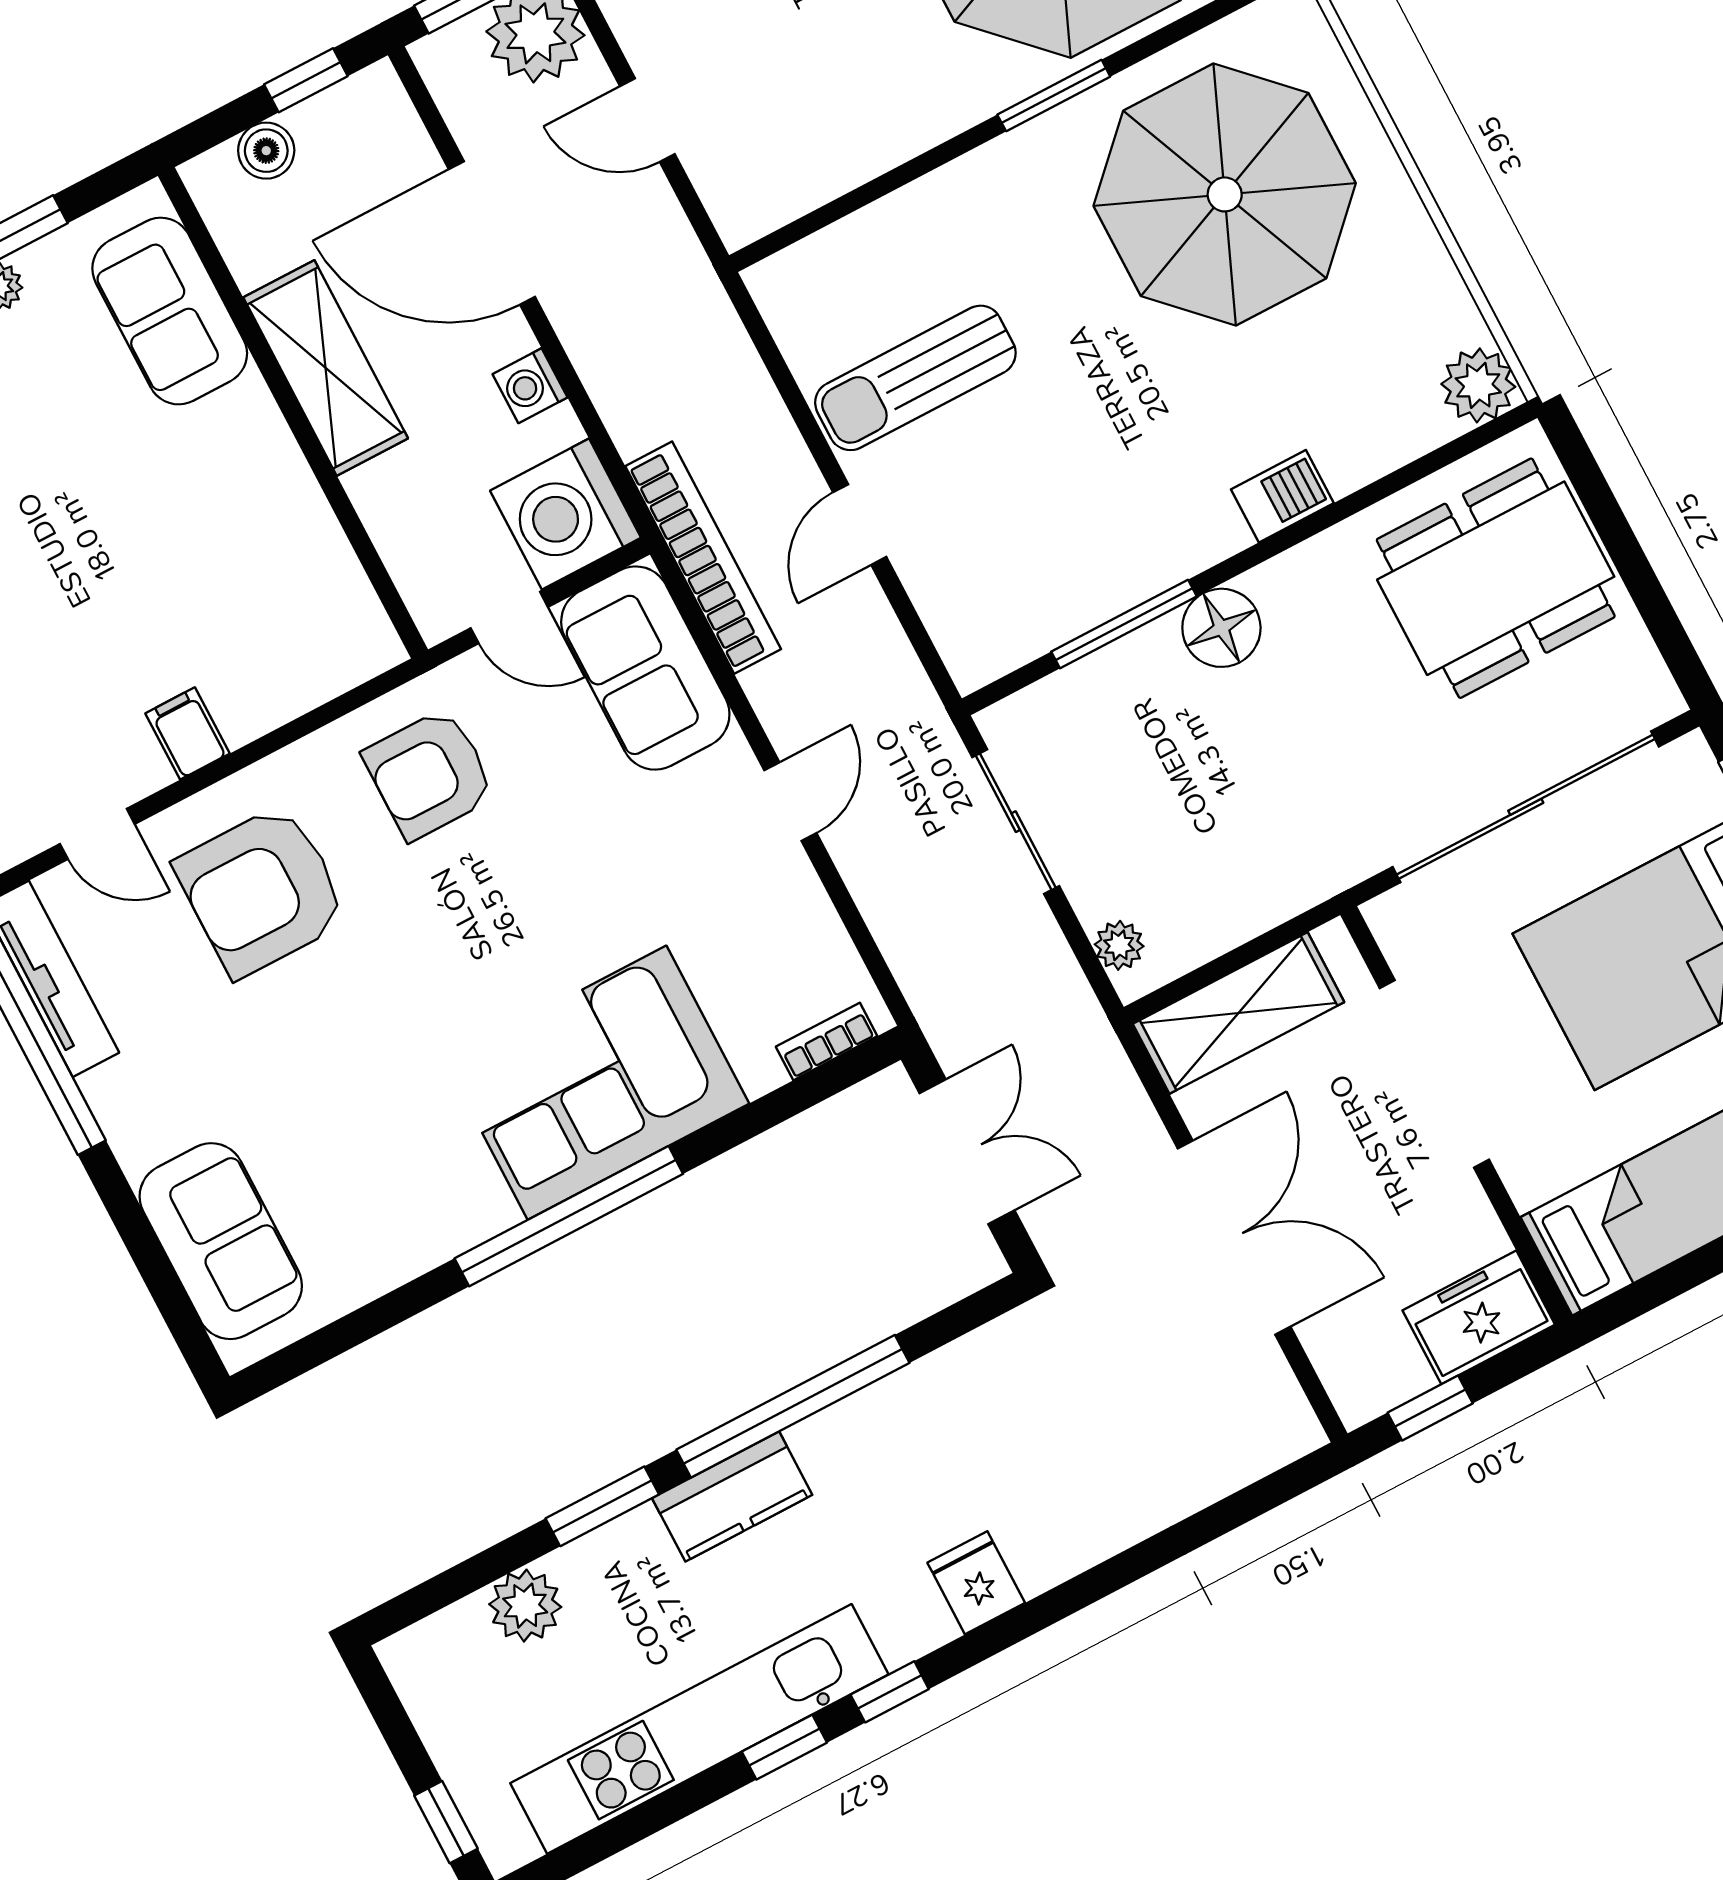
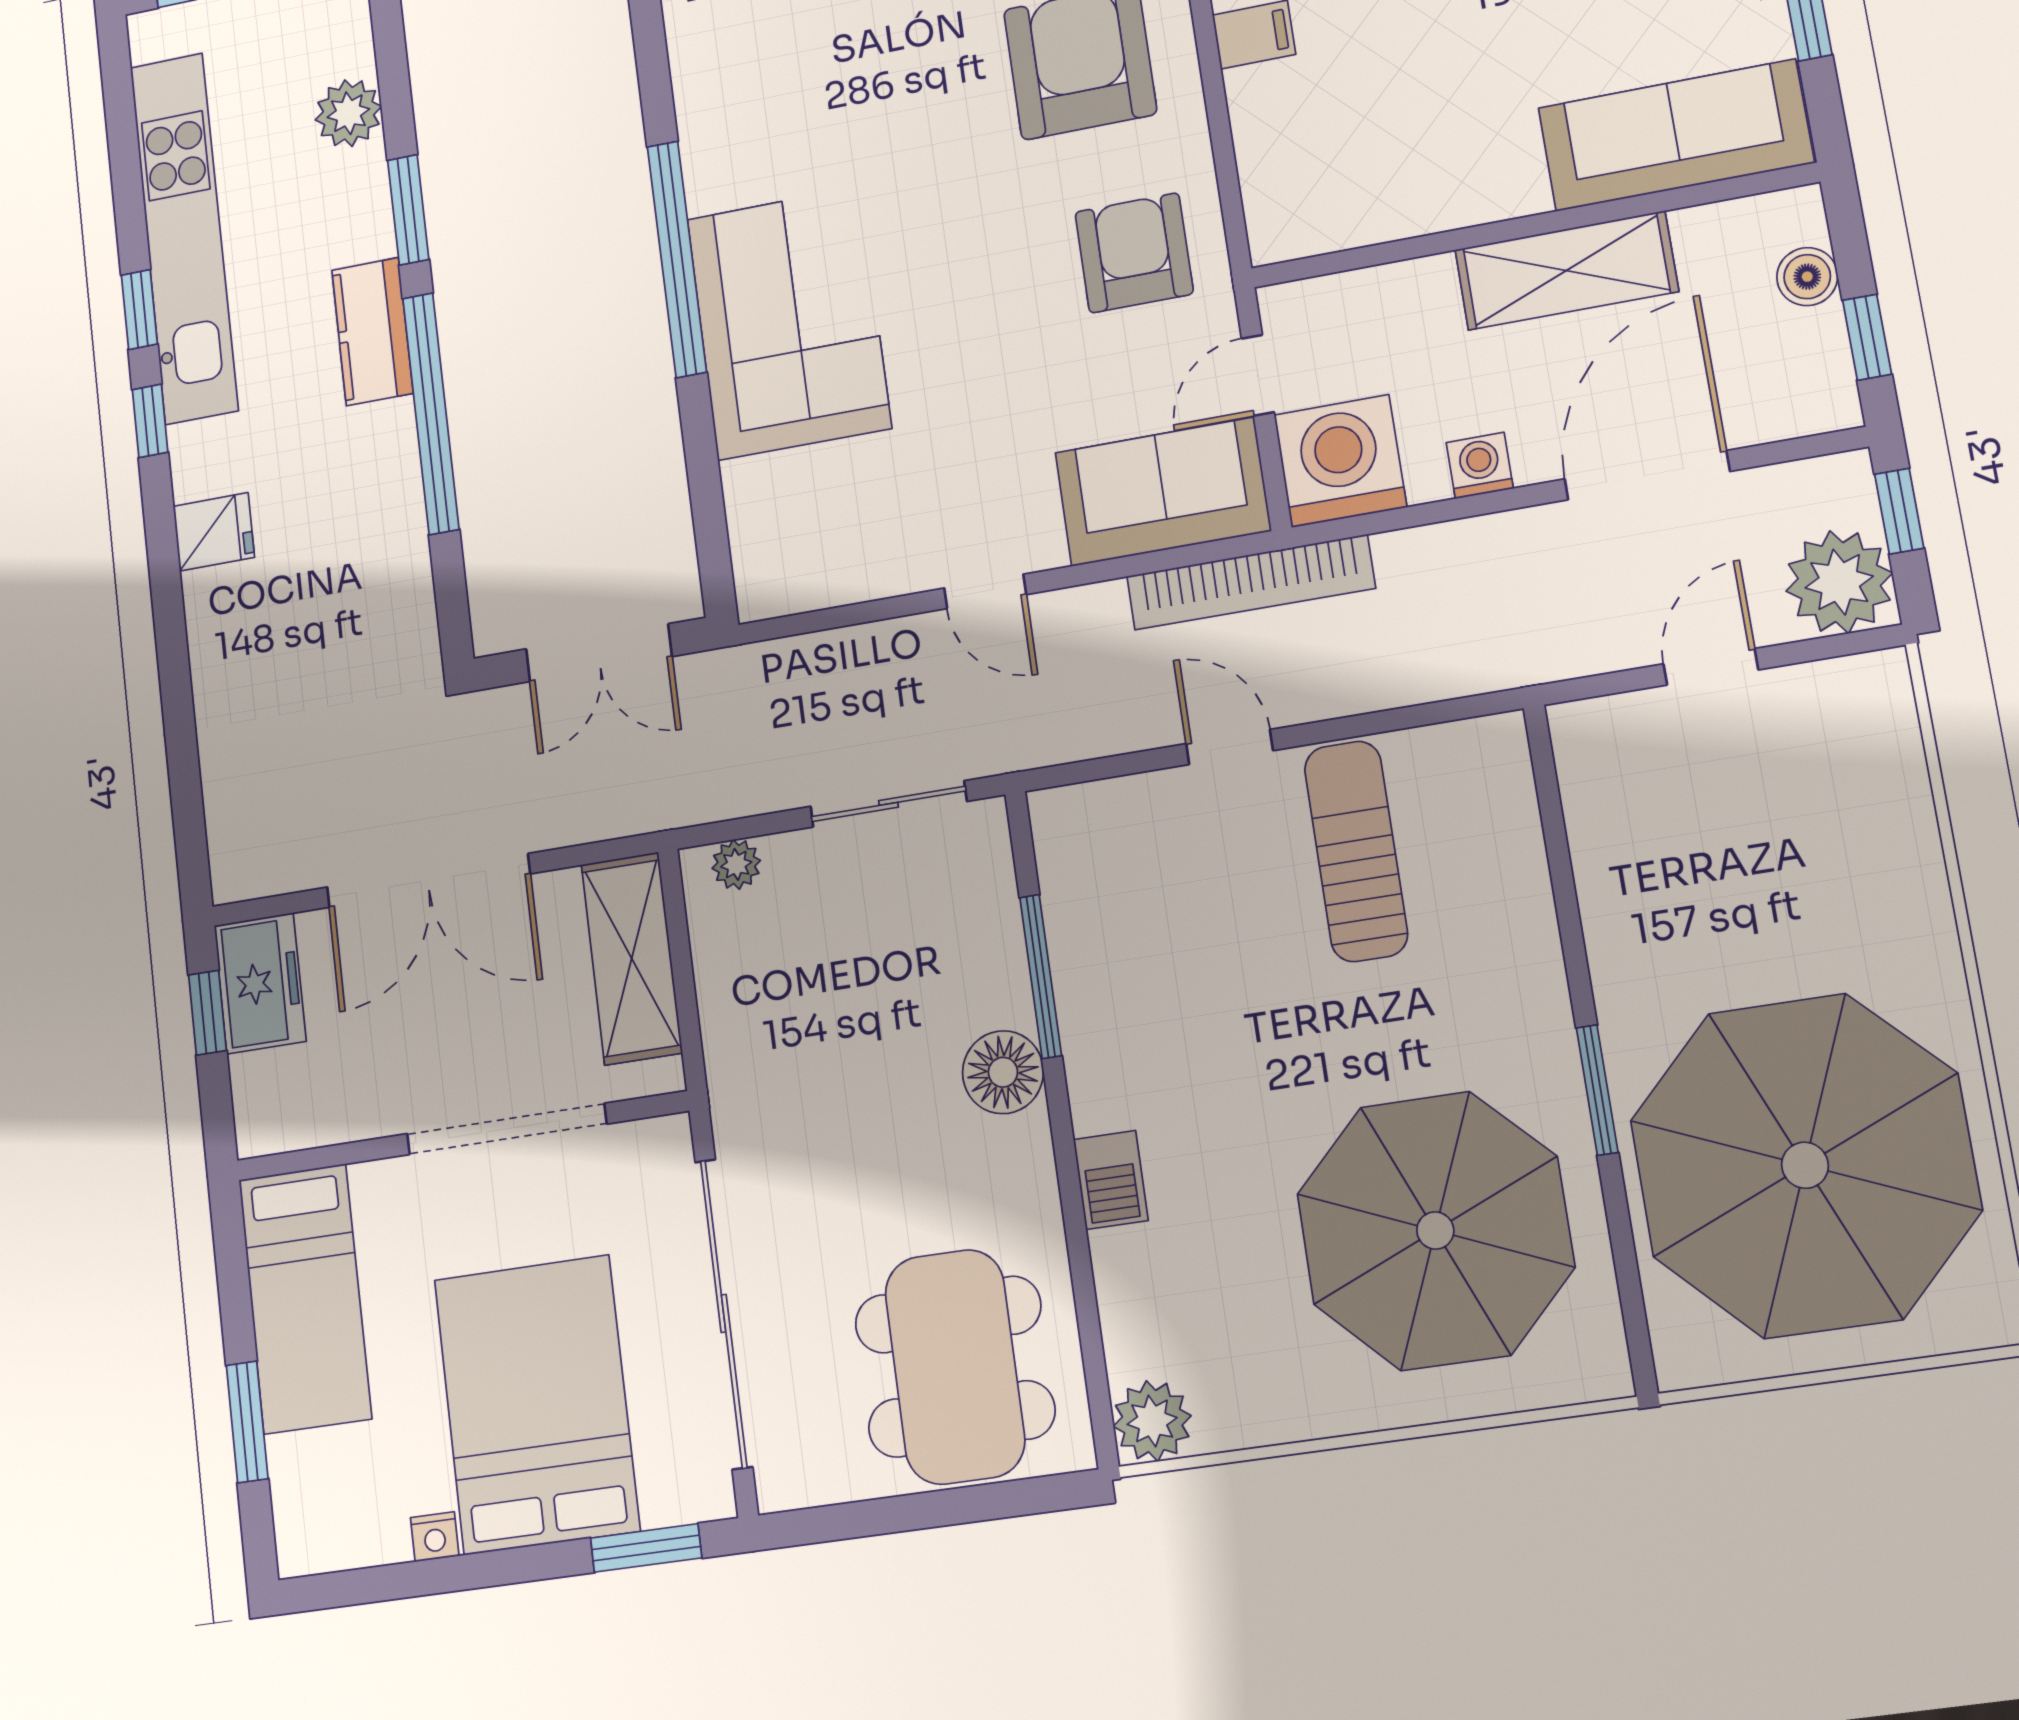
sofa: (170, 311) -> (1675, 135), width x1.36
bookcase: (827, 1041) -> (748, 553), removed
freezer: (1479, 1317) -> (260, 983), moved

